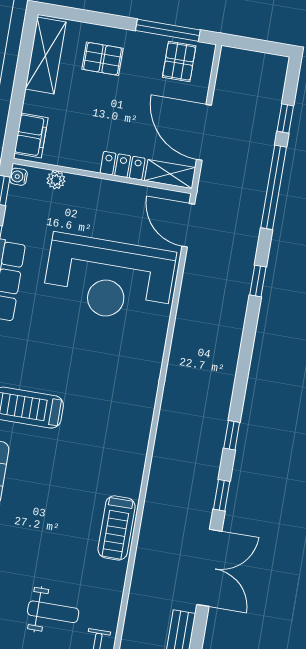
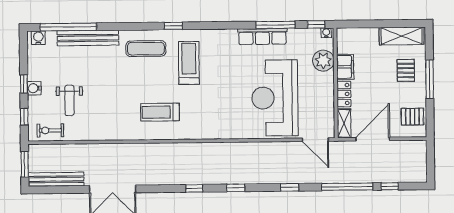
window: (168, 30) -> (430, 79), moved
filing cabinet: (31, 135) -> (345, 67), moved, turned -90
plant: (56, 180) -> (323, 61), width x1.87, depth x1.87
door: (188, 225) -> (315, 140), swing flipped
window: (222, 495) -> (236, 188), moved
treadmill: (116, 528) -> (160, 112), moved

